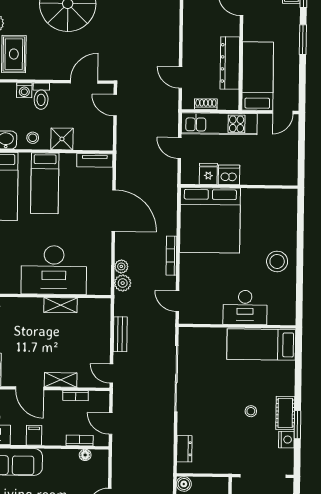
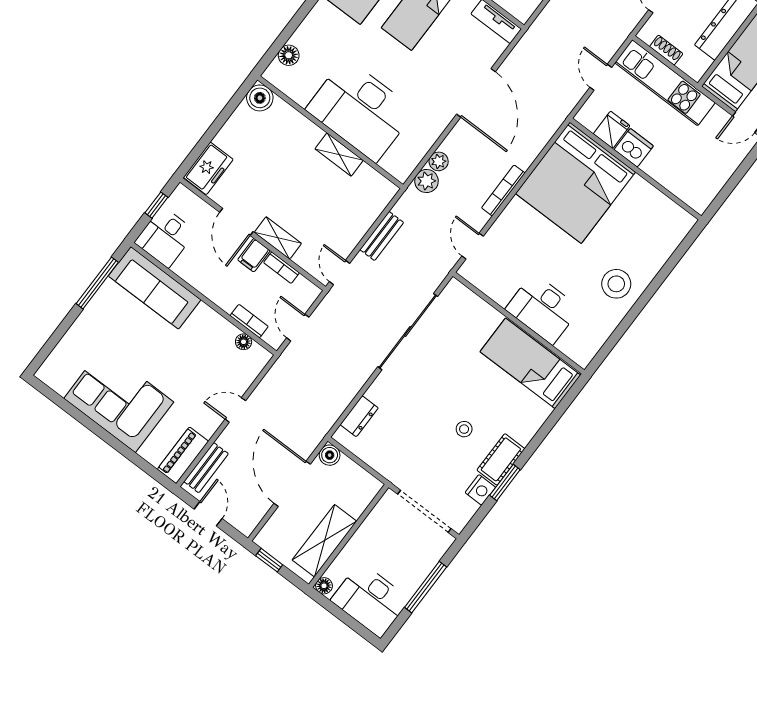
filing cabinet: (34, 435) -> (254, 255), moved, turned 180

